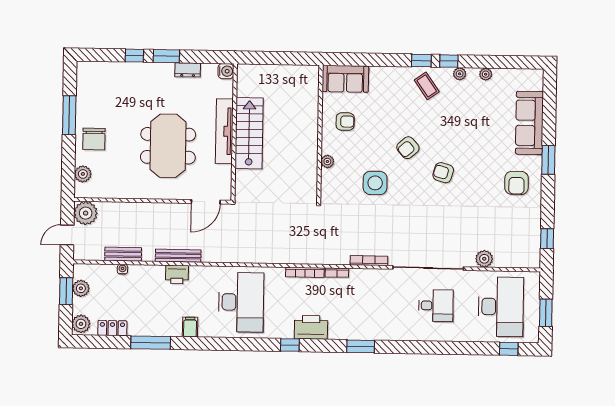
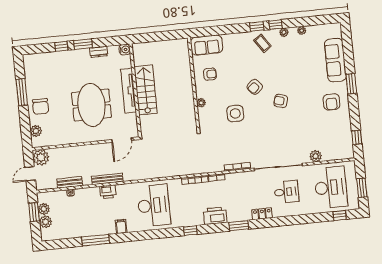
plant: (81, 324) -> (46, 222), moved
printer: (311, 327) -> (215, 216), moved
locker: (112, 328) -> (262, 214), moved

